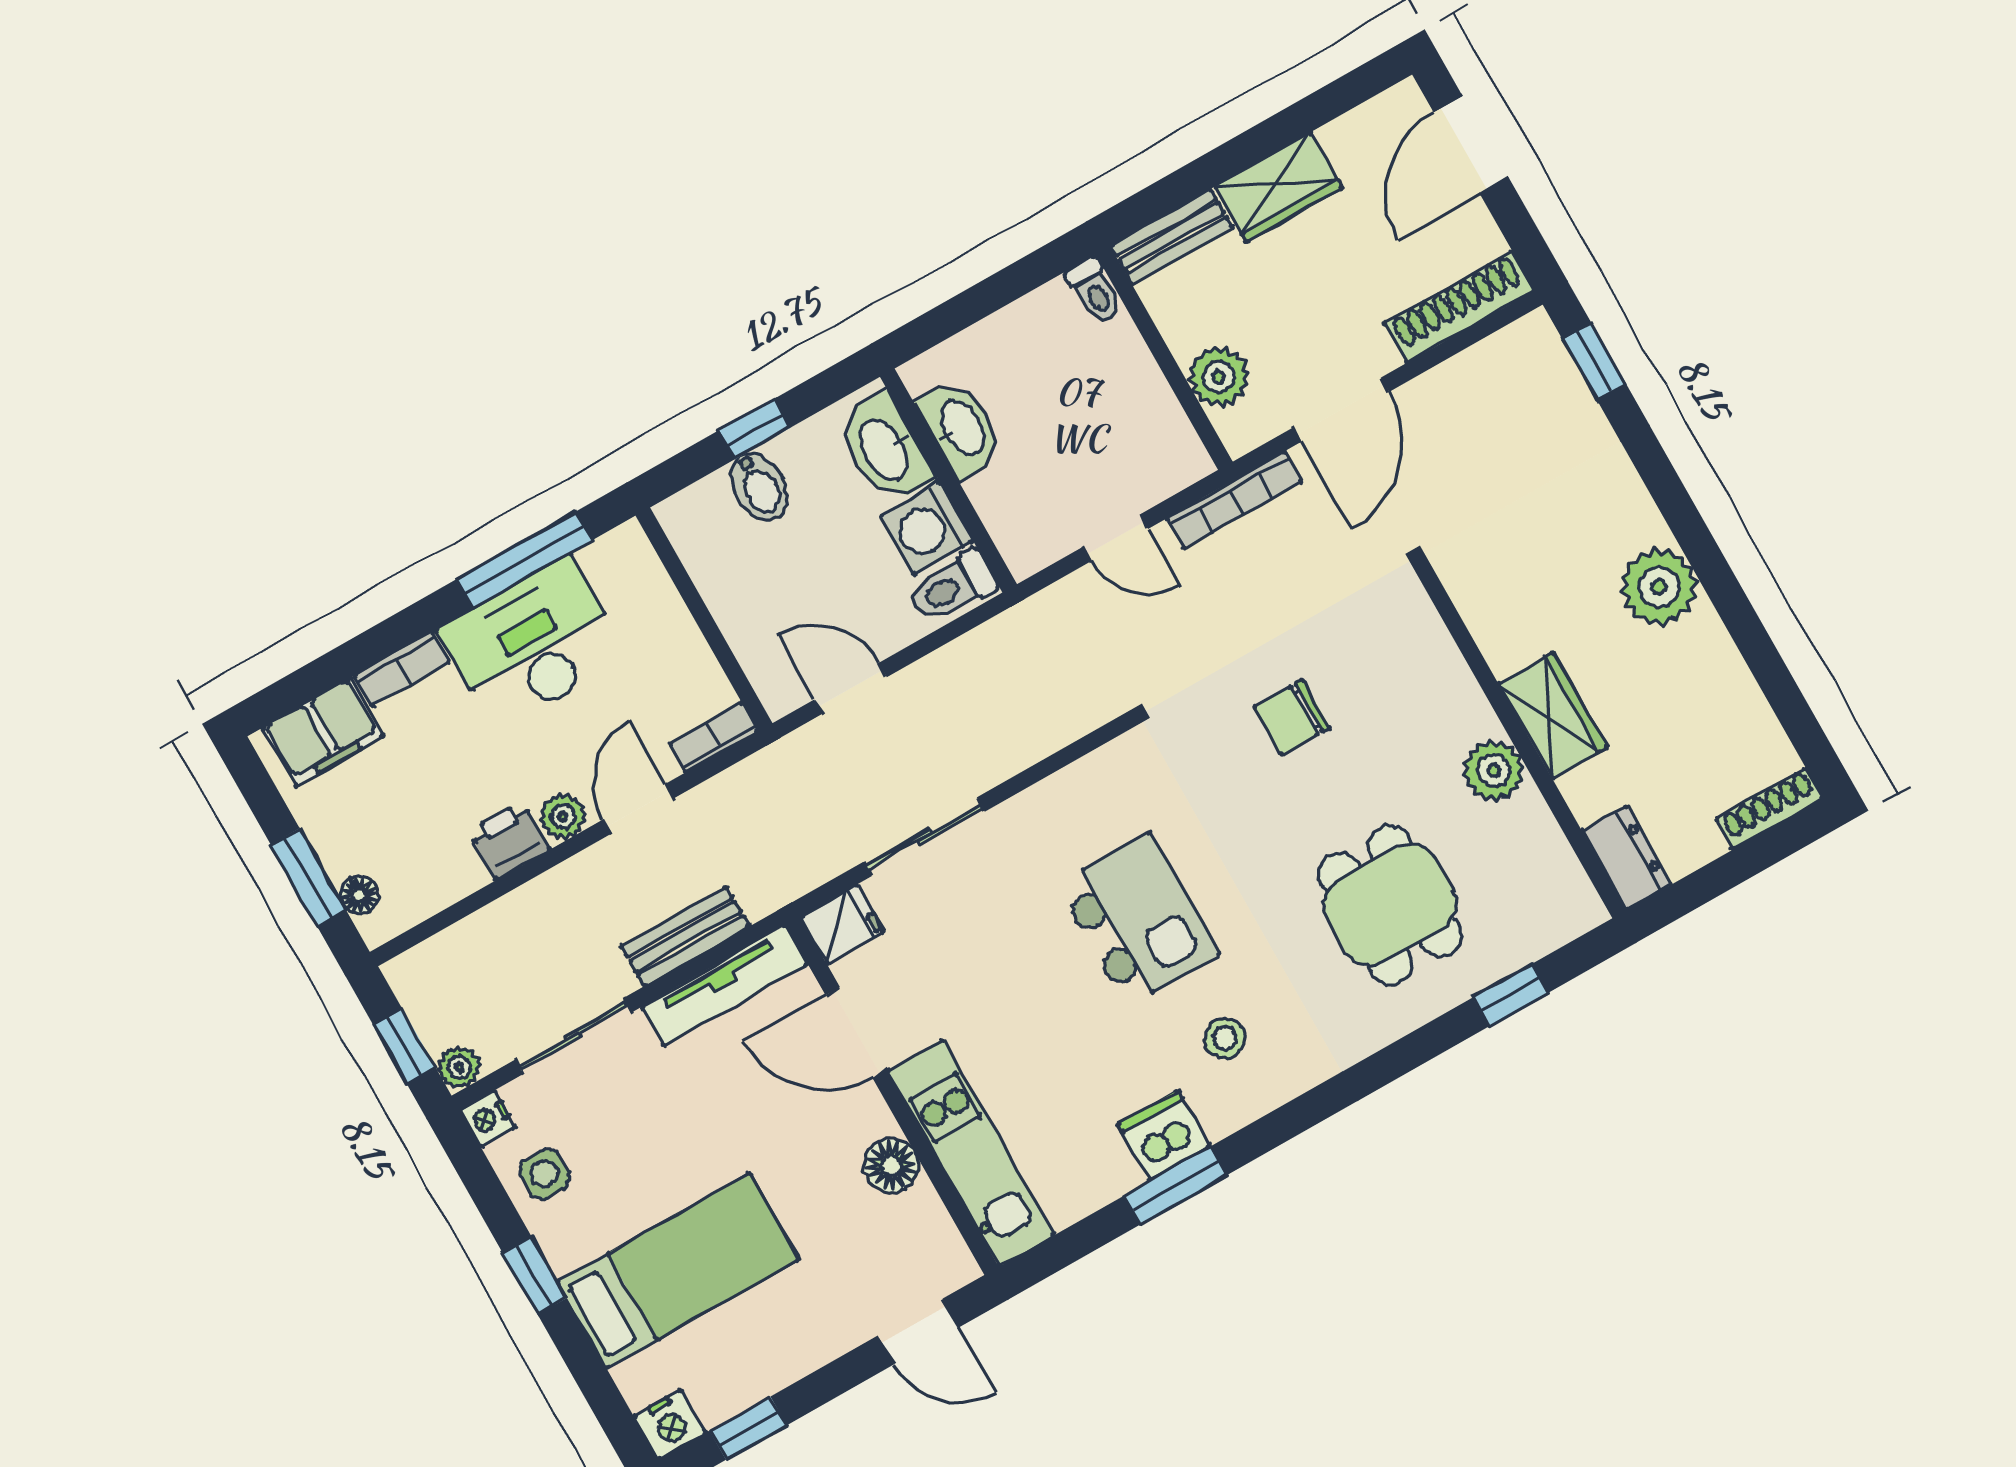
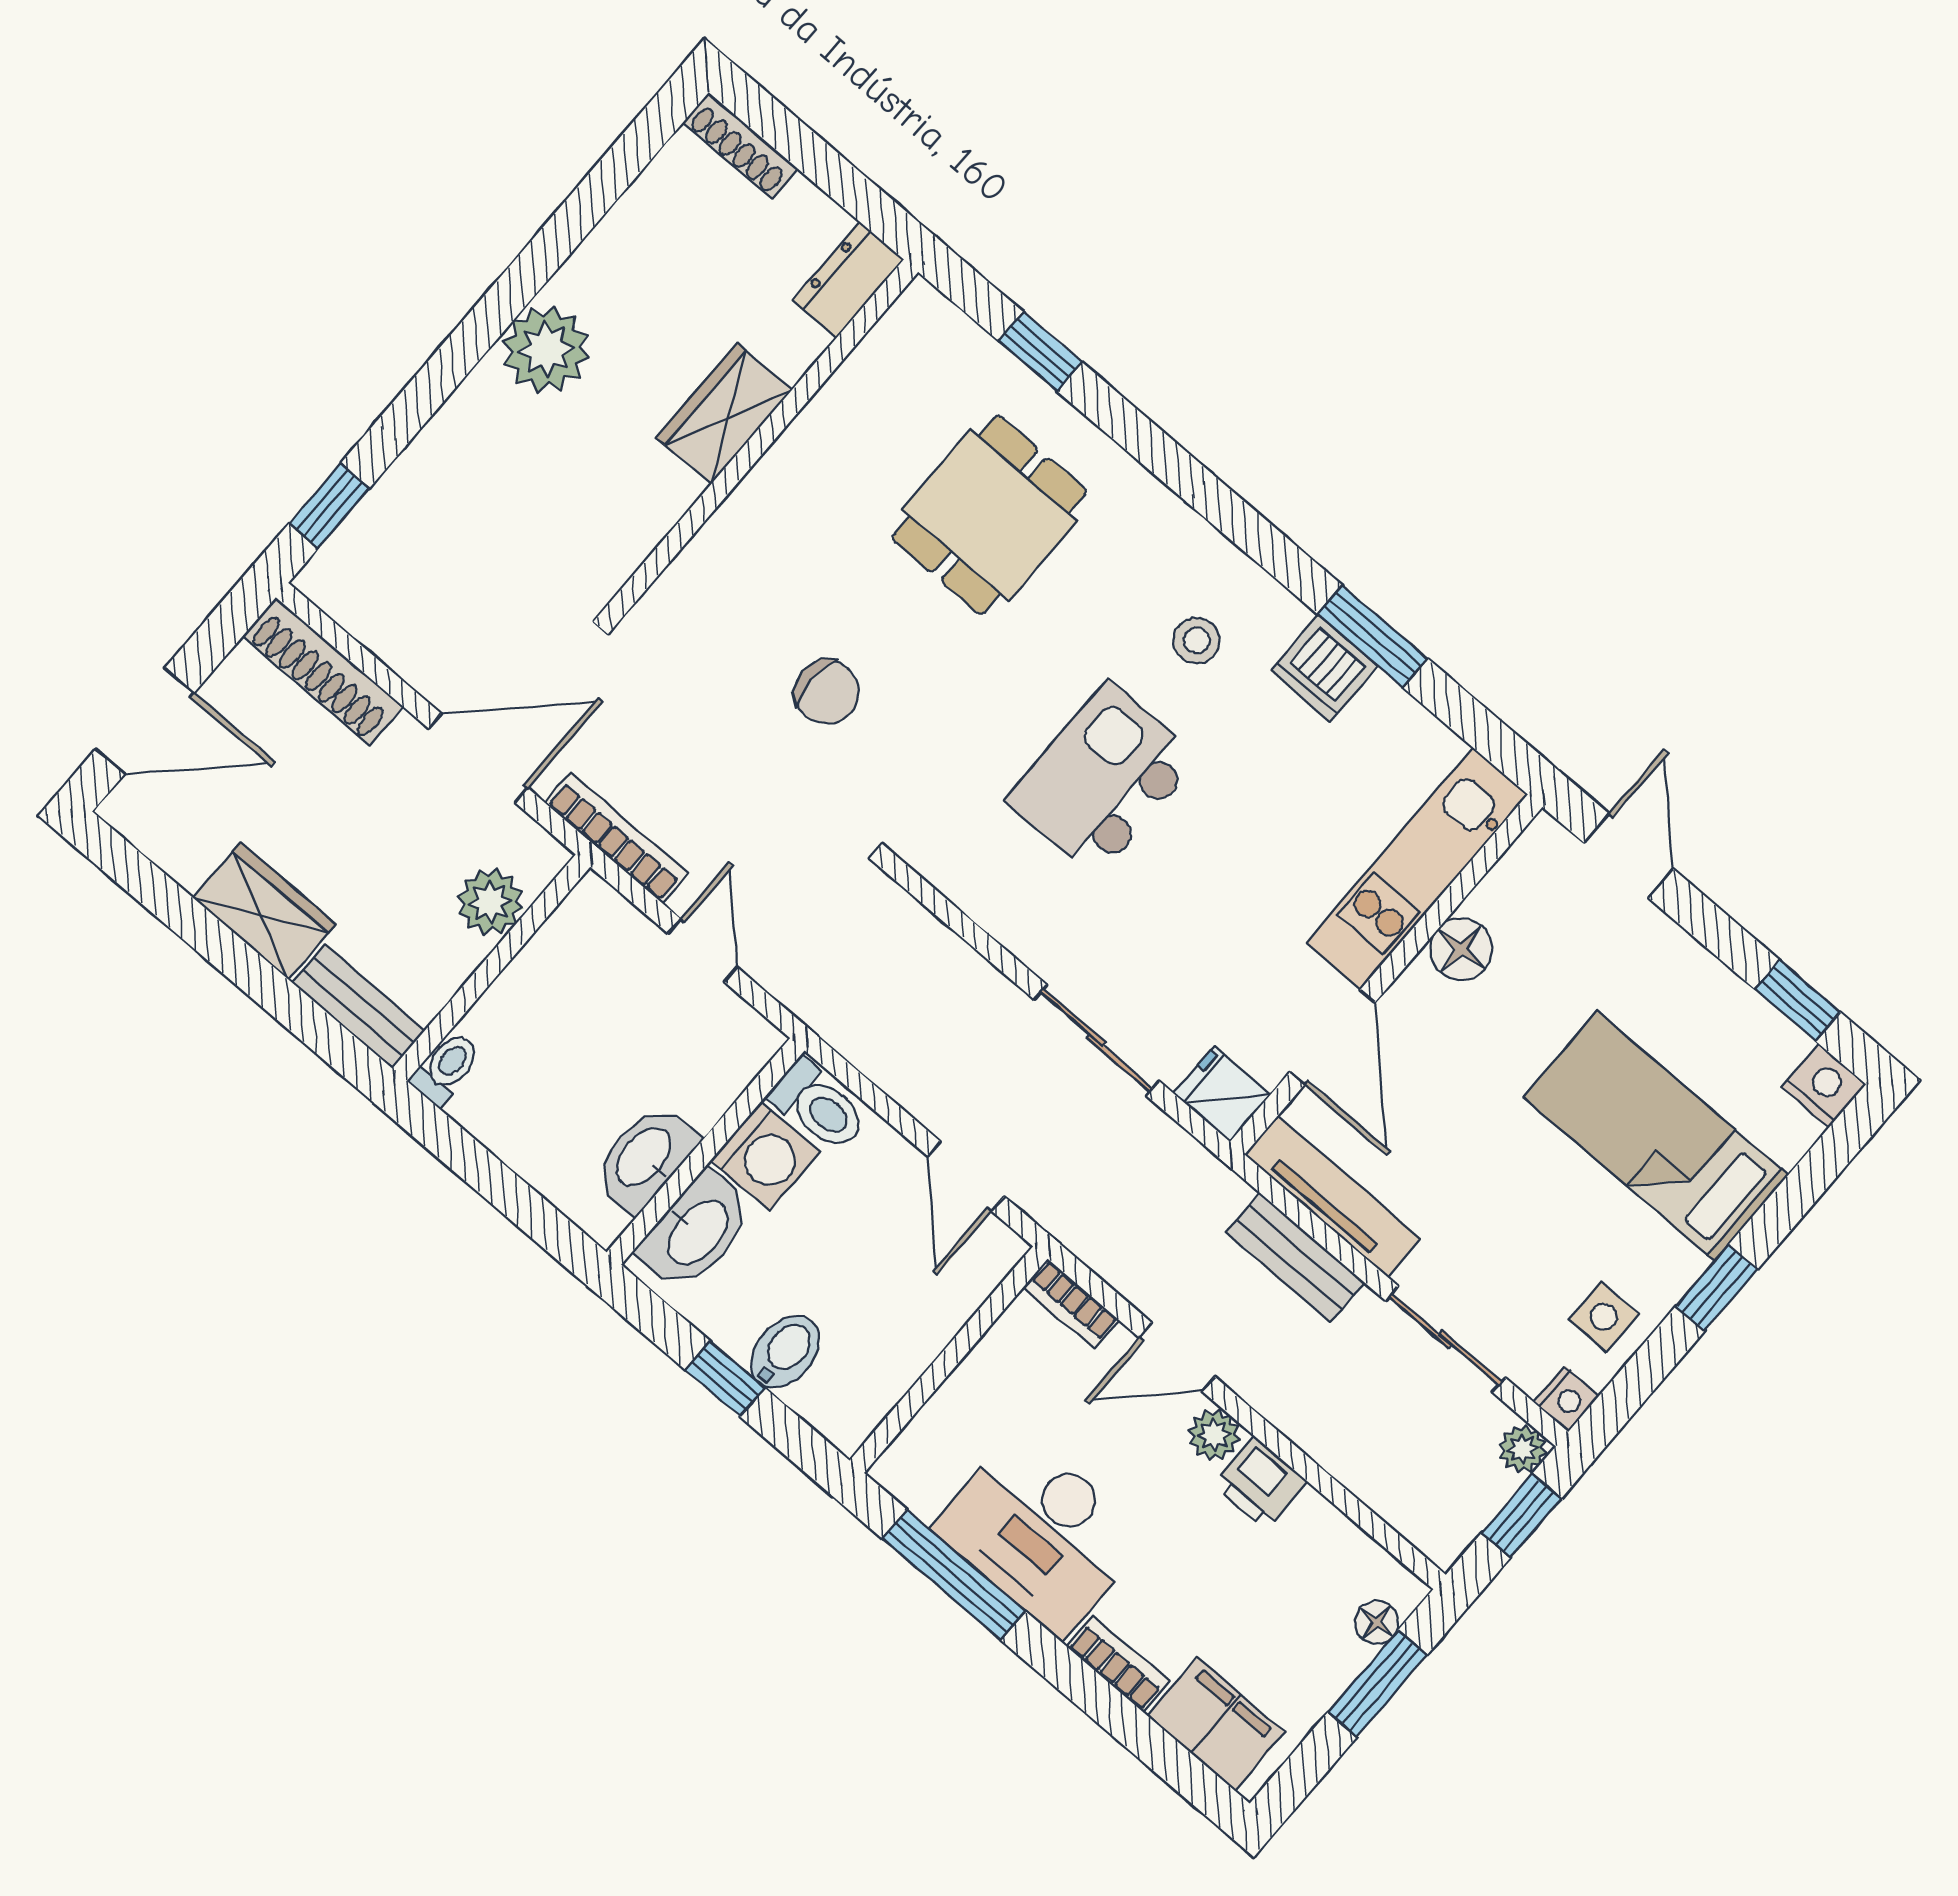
plant: (1494, 771) -> (806, 456), removed

